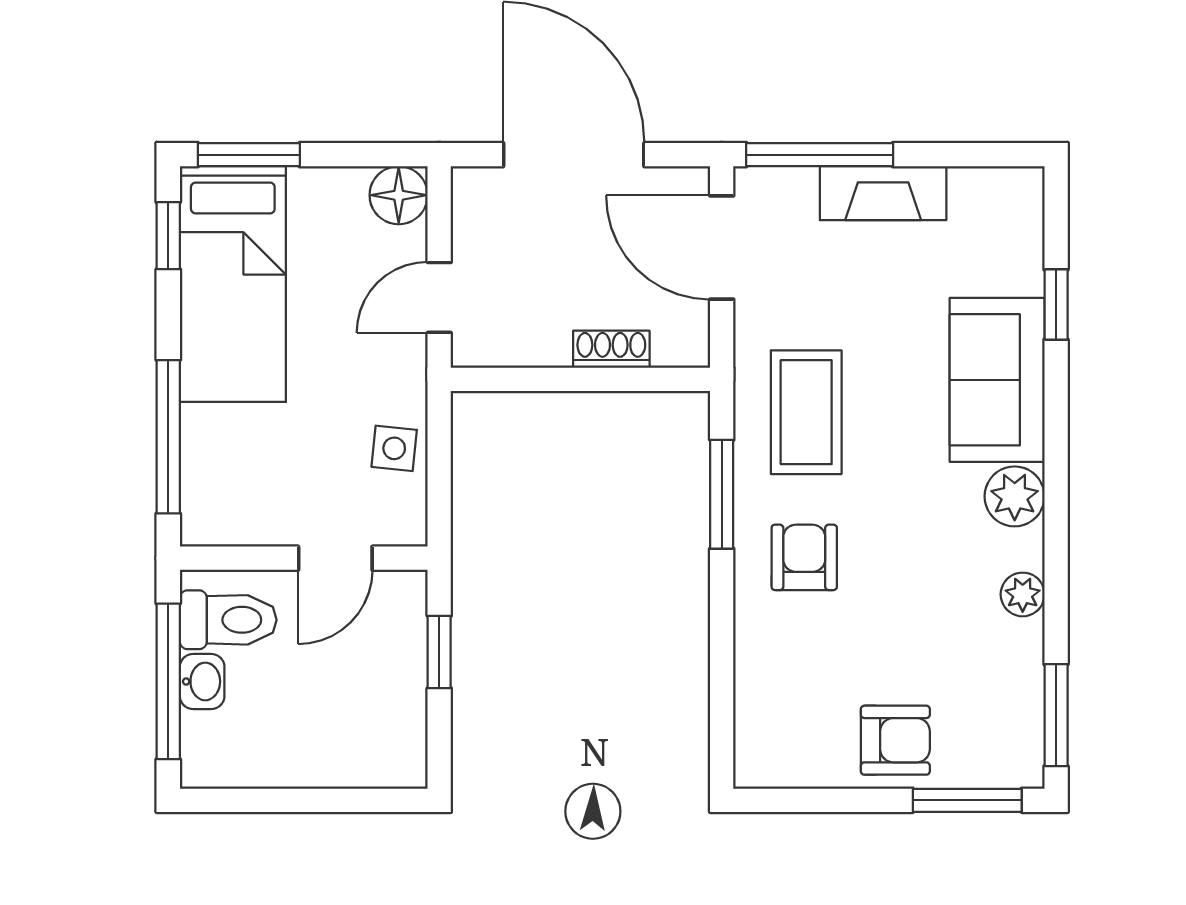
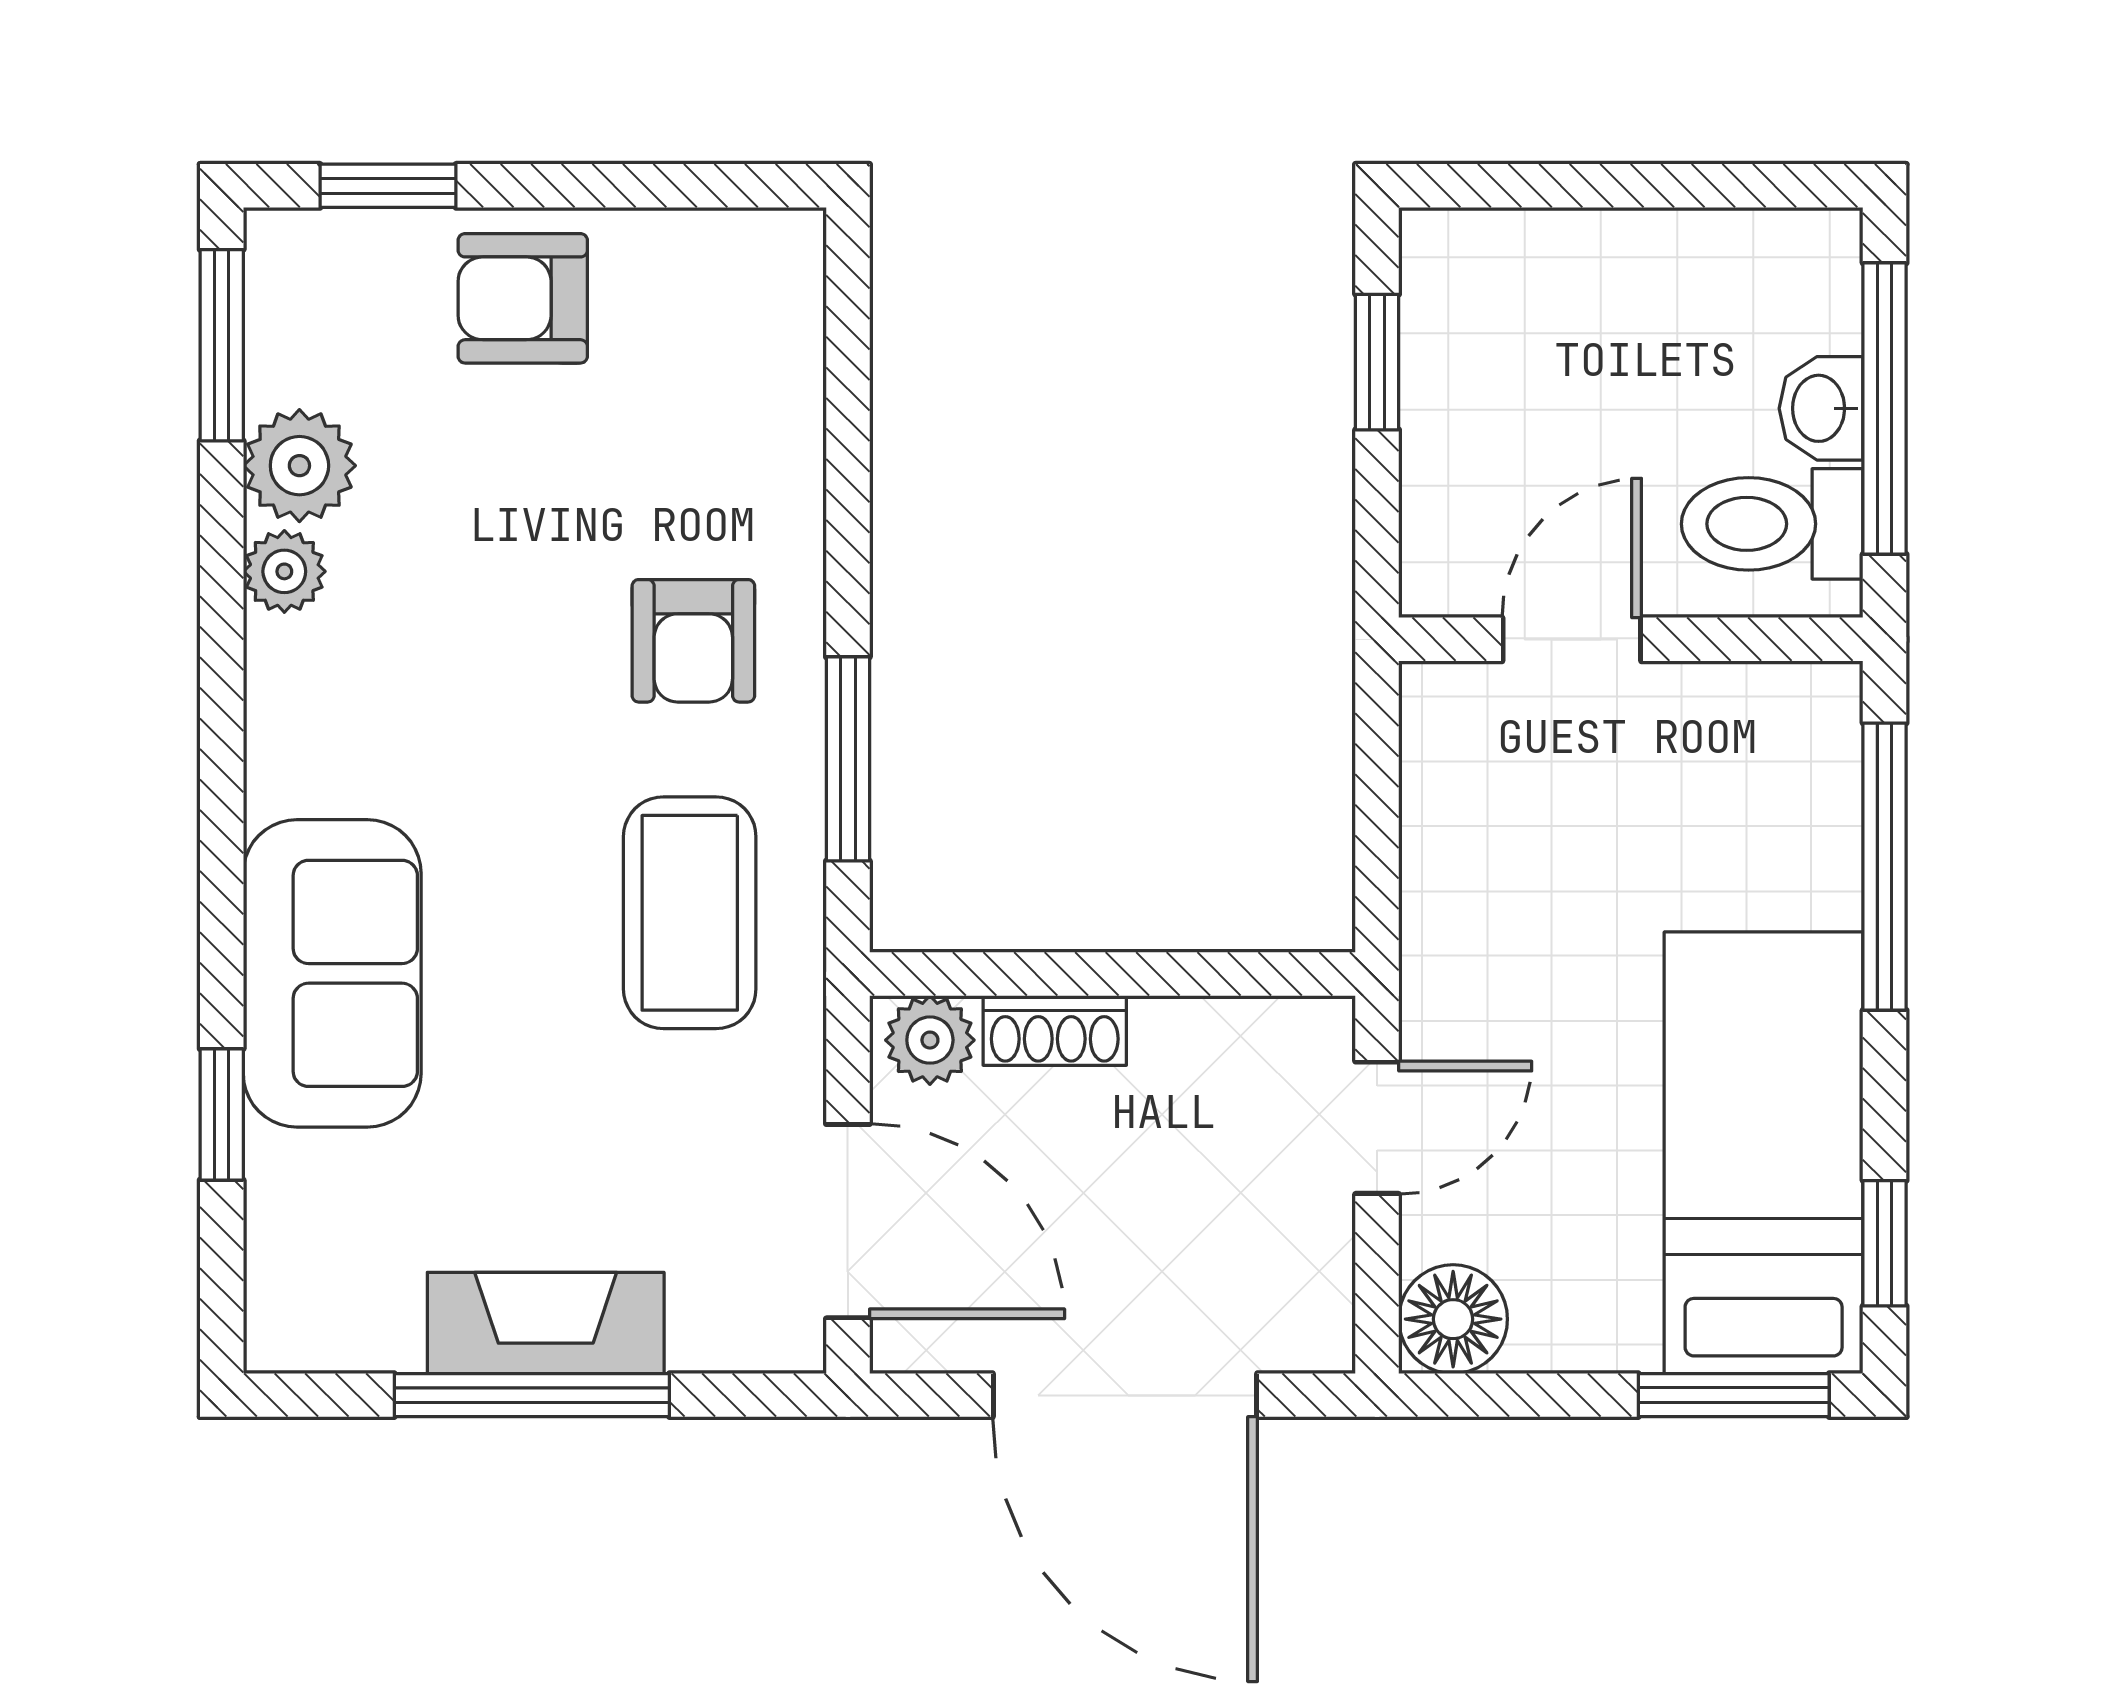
window: (820, 155) -> (532, 1395), moved
plant: (678, 344) -> (930, 1040), added
side table: (394, 448) -> (1461, 845), removed
plant: (1015, 496) -> (299, 466), moved
window: (439, 652) -> (1377, 362), moved
window: (967, 800) -> (388, 186), width x0.67

